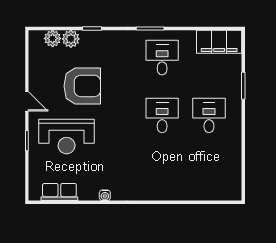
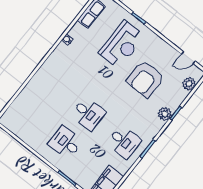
plant: (71, 39) -> (165, 114), moved
door: (27, 101) -> (188, 58), moved
desk: (209, 115) -> (65, 143), turned 180
reception desk: (67, 137) -> (122, 45), turned 180

